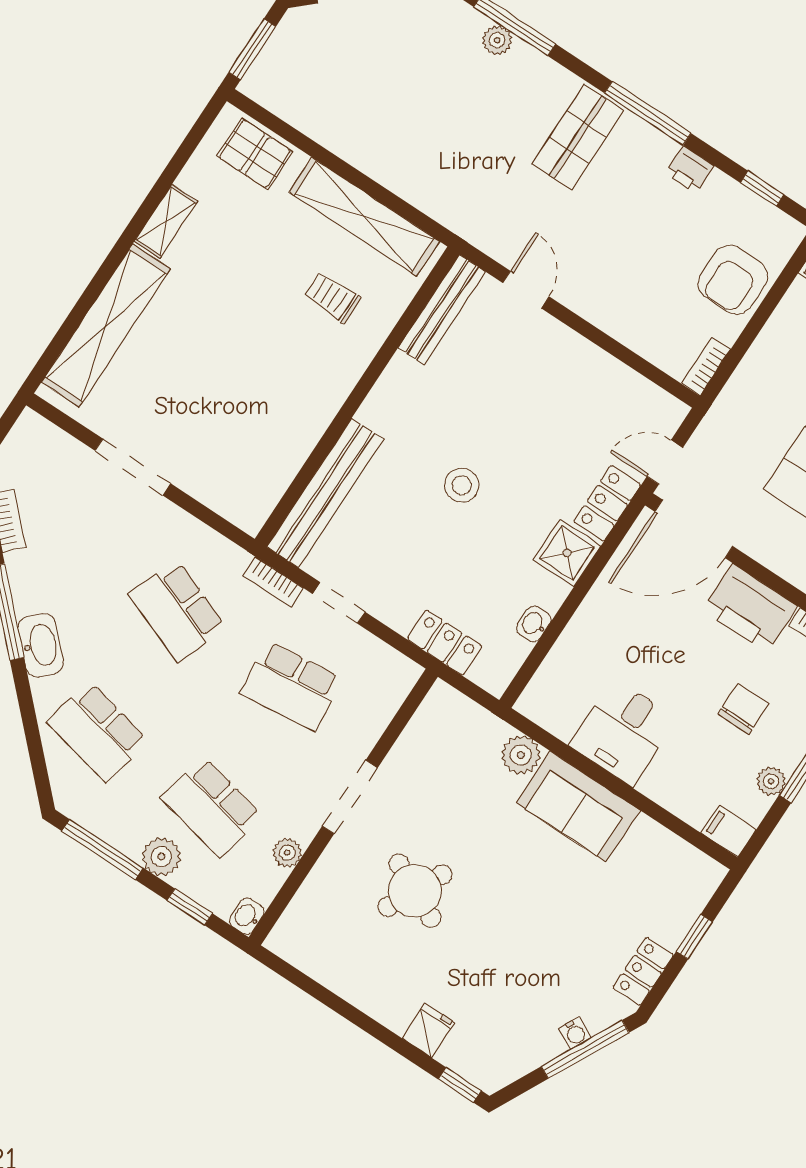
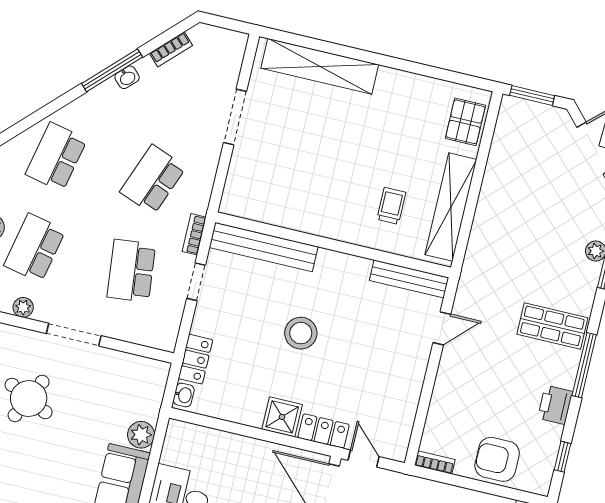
printer: (690, 169) -> (555, 405), width x1.36, depth x1.24
shelving: (166, 221) -> (401, 80), removed
stool: (462, 485) -> (301, 333), width x1.38, depth x1.38
washbasin: (534, 624) -> (184, 395), moved, turned 90
washbasin: (41, 645) -> (127, 77), moved, width x0.52, depth x0.69

